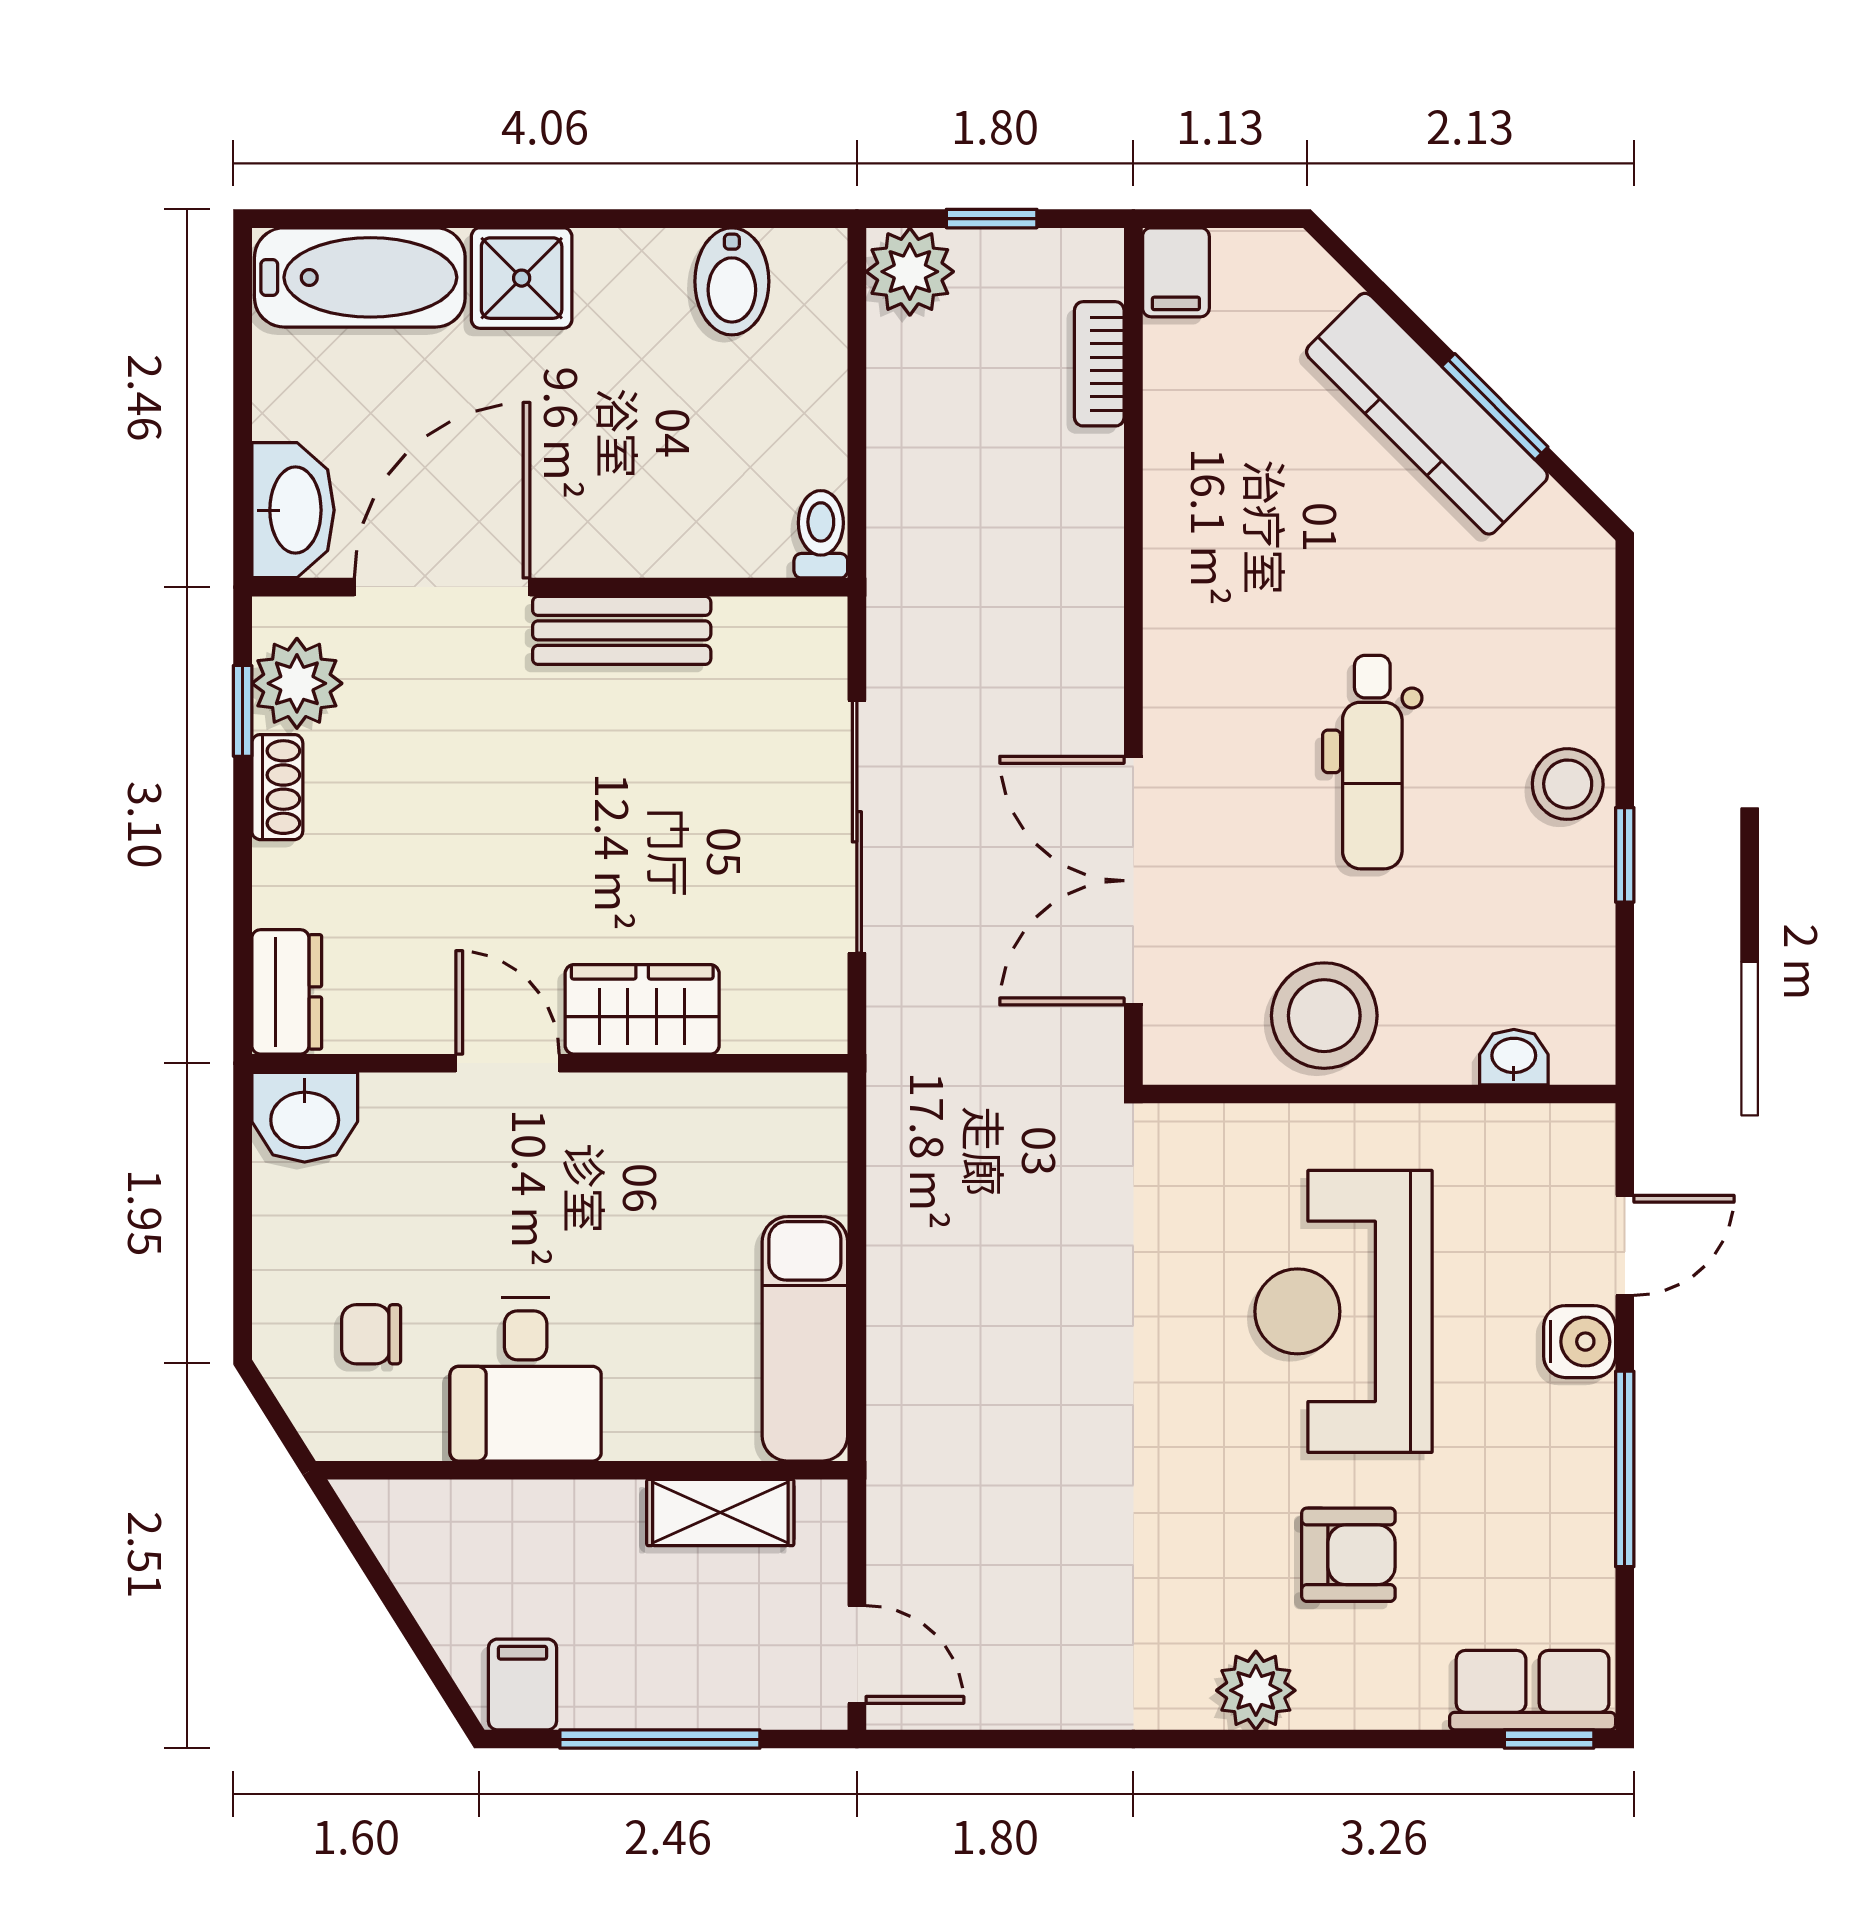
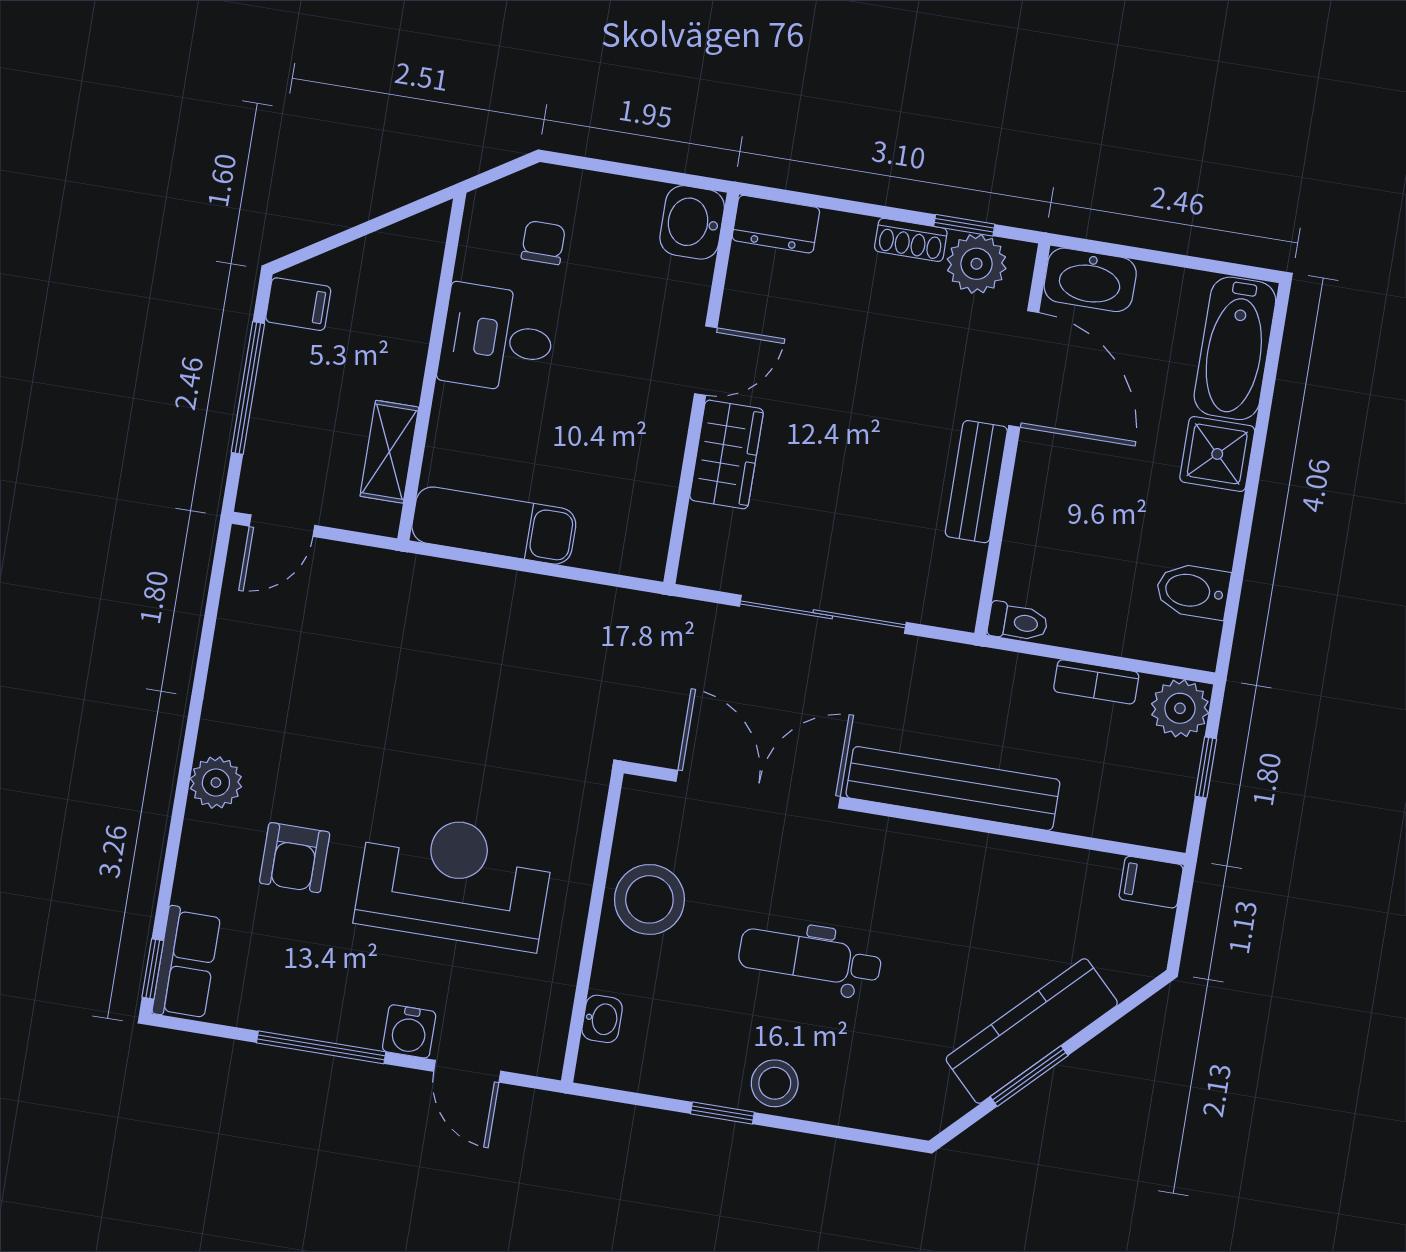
bookcase: (1099, 364) -> (1096, 682), moved, turned 180
bench: (1085, 590) -> (953, 788), added

